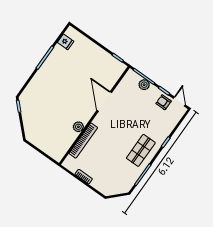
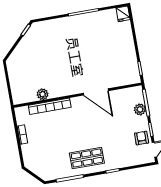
fridge: (66, 42) -> (123, 14), moved
door: (104, 102) -> (96, 92), swing flipped
plant: (78, 127) -> (43, 94), moved

